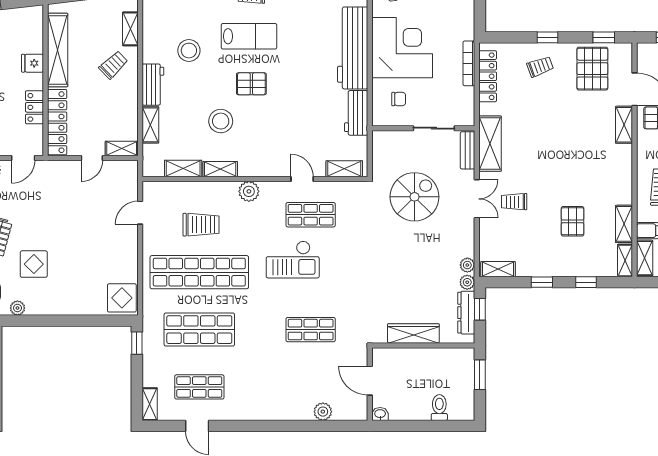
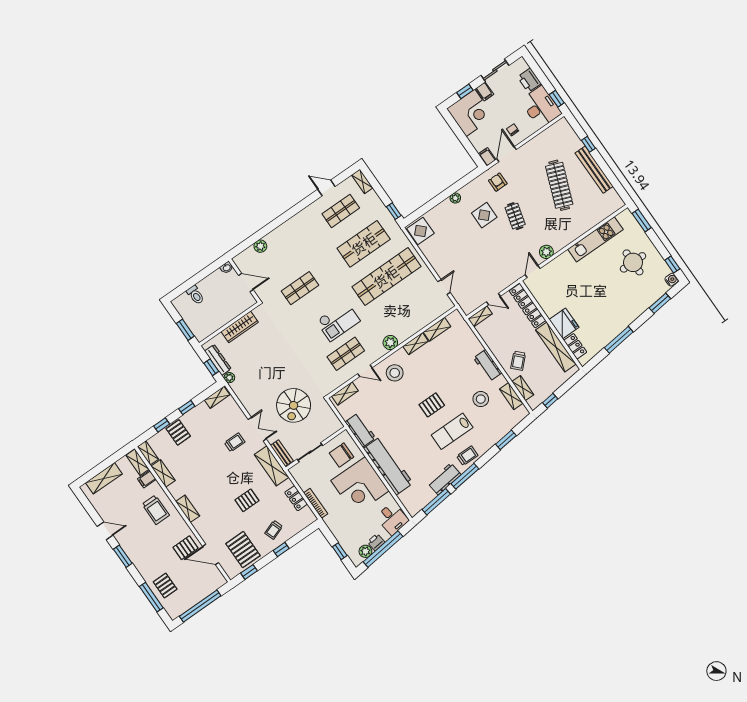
fridge: (32, 63) -> (564, 323), width x1.88, depth x1.34
locker: (488, 76) -> (296, 498), width x0.66
chair: (399, 99) -> (342, 455), width x1.87, depth x1.87
locker: (34, 107) -> (575, 346), moved
stool: (221, 121) -> (395, 373), moved
pallet: (547, 123) -> (247, 500), added
shelving: (150, 125) -> (511, 396), moved
shelving: (624, 125) -> (188, 509), moved
door: (92, 158) -> (493, 299), swing flipped
double door: (477, 199) -> (257, 429), swing flipped
pallet: (573, 221) -> (178, 432), moved
trolley: (201, 225) -> (404, 304), removed
checkout: (293, 259) -> (338, 321), turned 180
plant: (467, 265) -> (236, 387), removed
plant: (17, 308) -> (455, 198), moved

